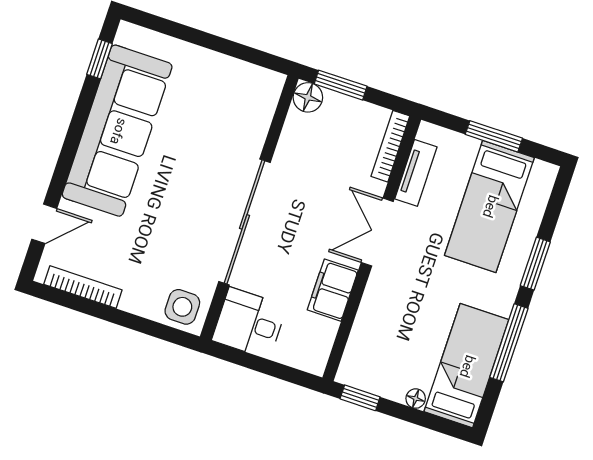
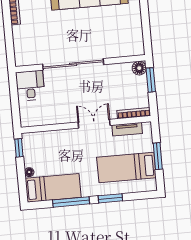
filing cabinet: (333, 290) -> (60, 116), removed
side table: (182, 307) -> (25, 54), removed

